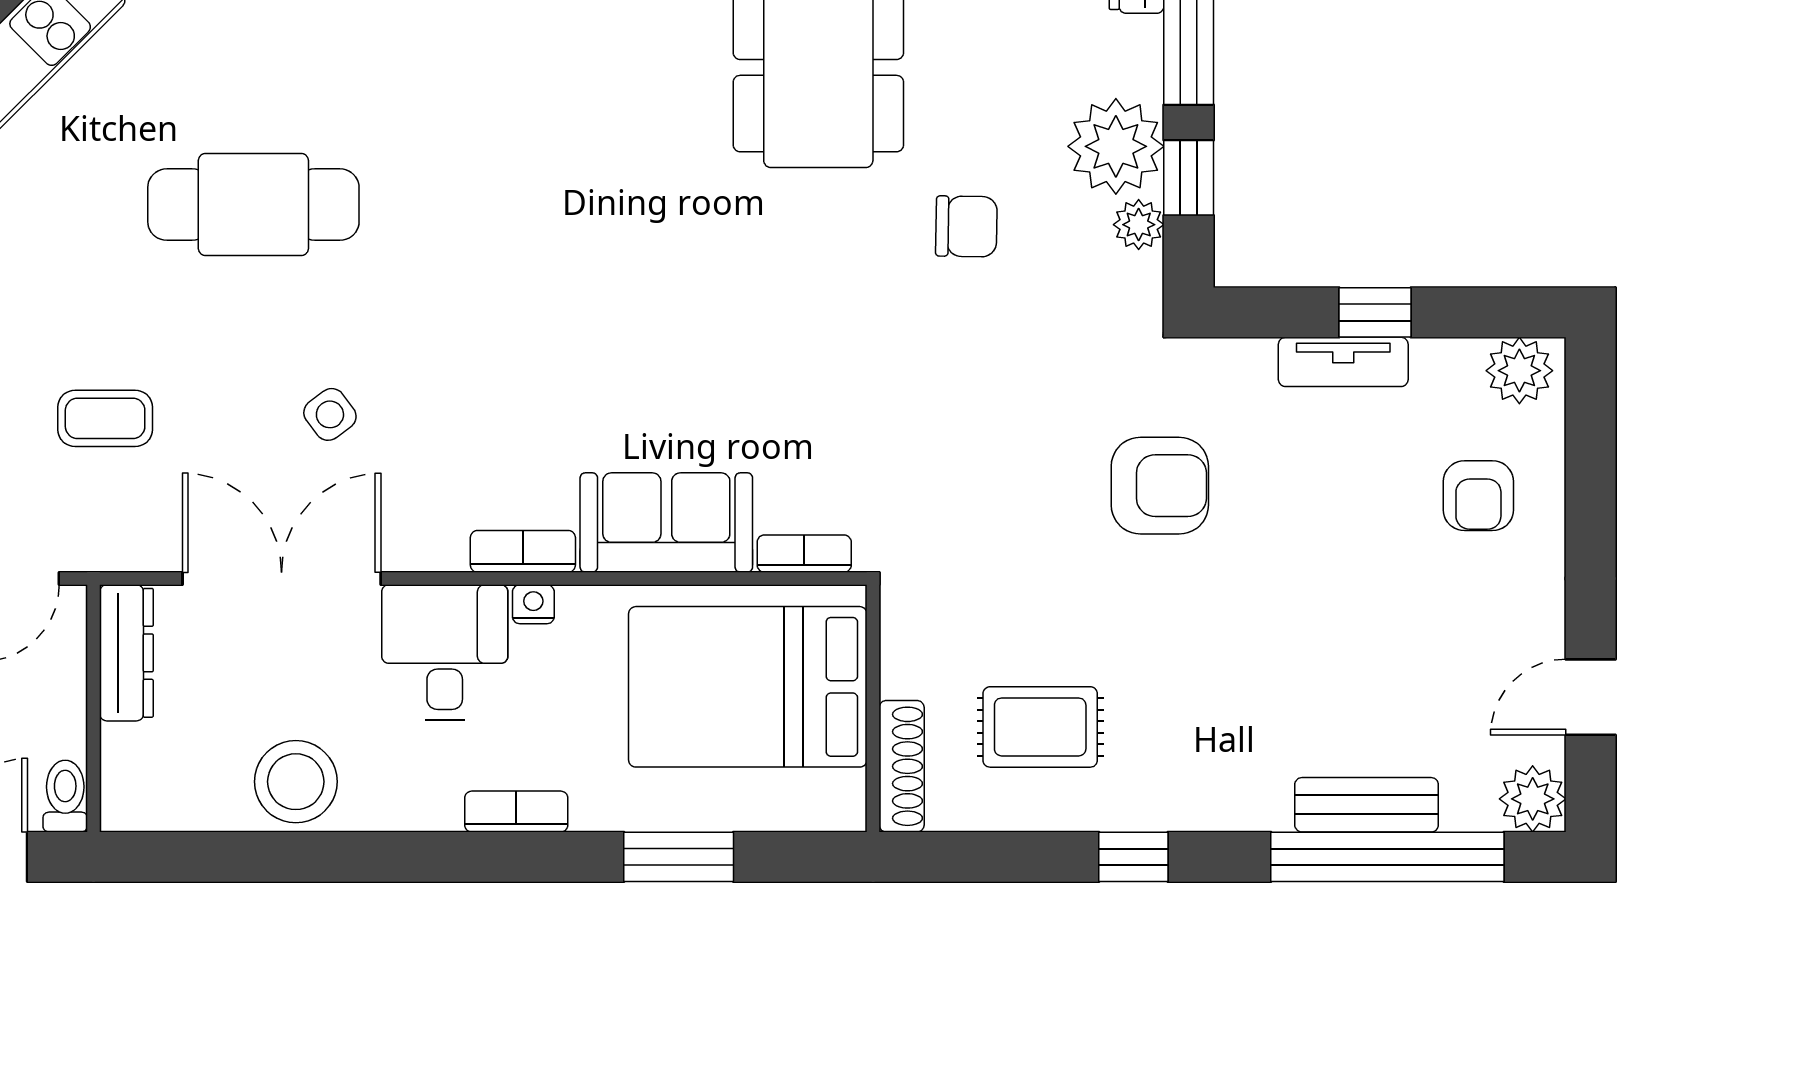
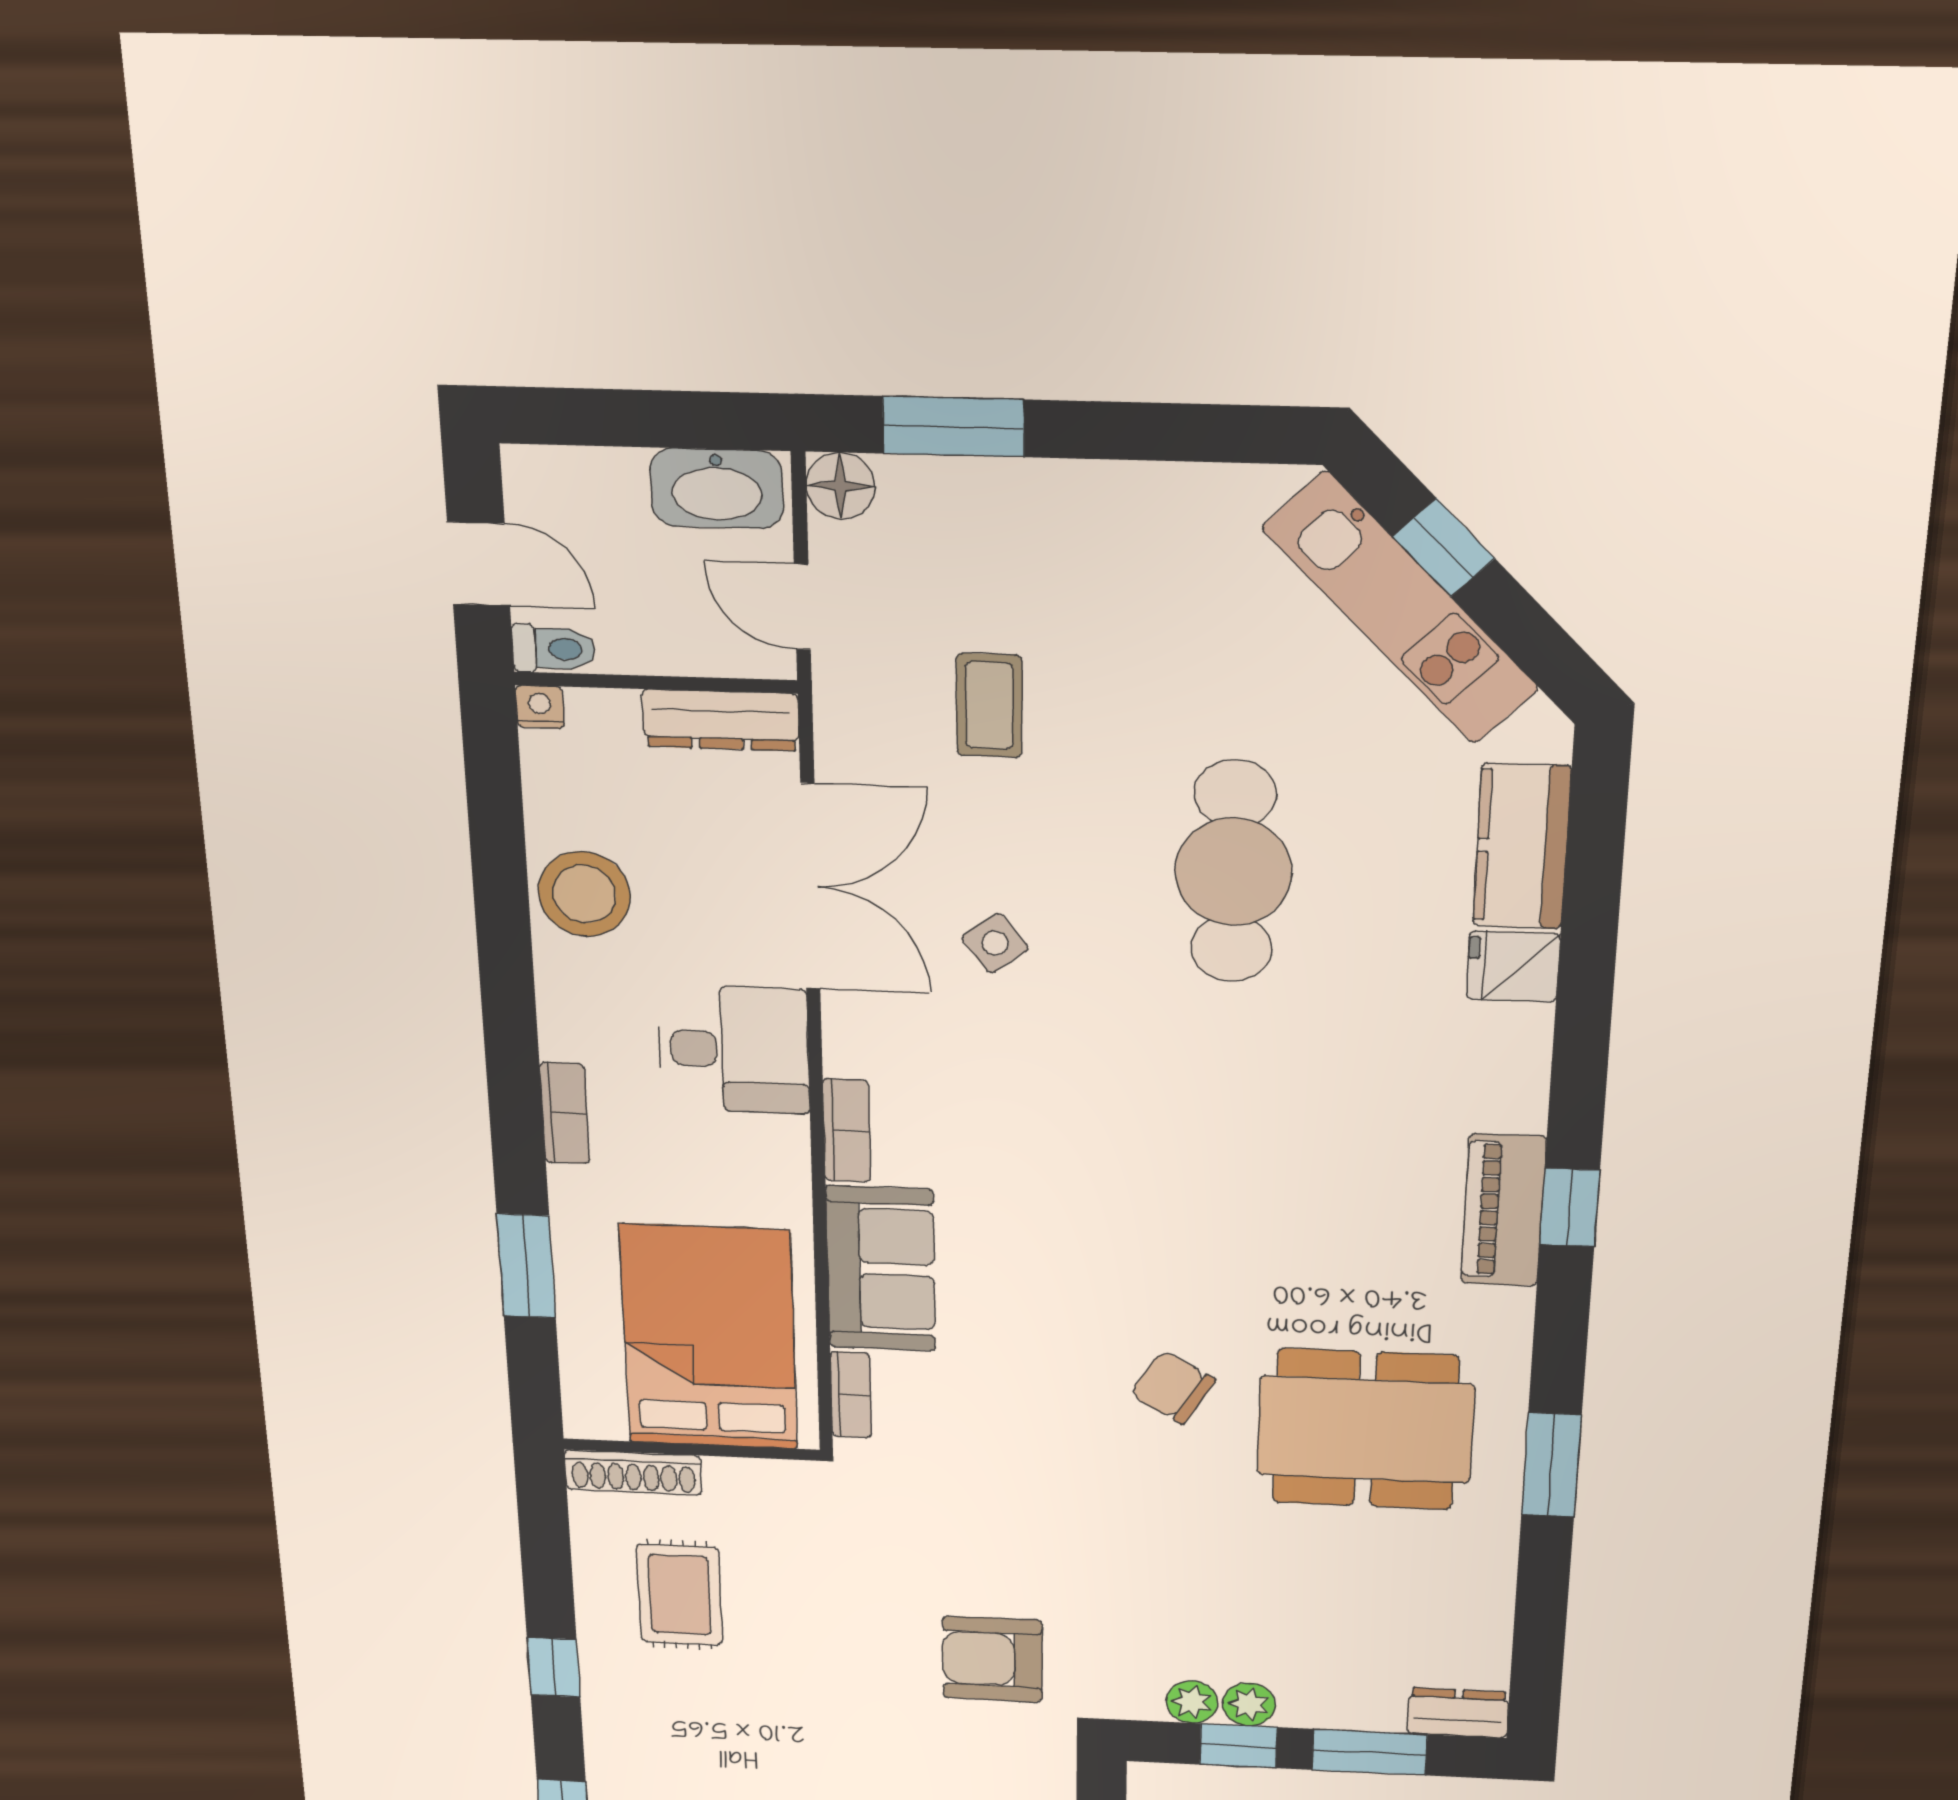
plant: (1116, 146) -> (1249, 1704), width x0.53, depth x0.53
chair: (966, 226) -> (1173, 1387), moved, turned 120
armchair: (1160, 486) -> (992, 1659), moved, turned 90
nightstand: (533, 604) -> (540, 707), moved, turned -90

